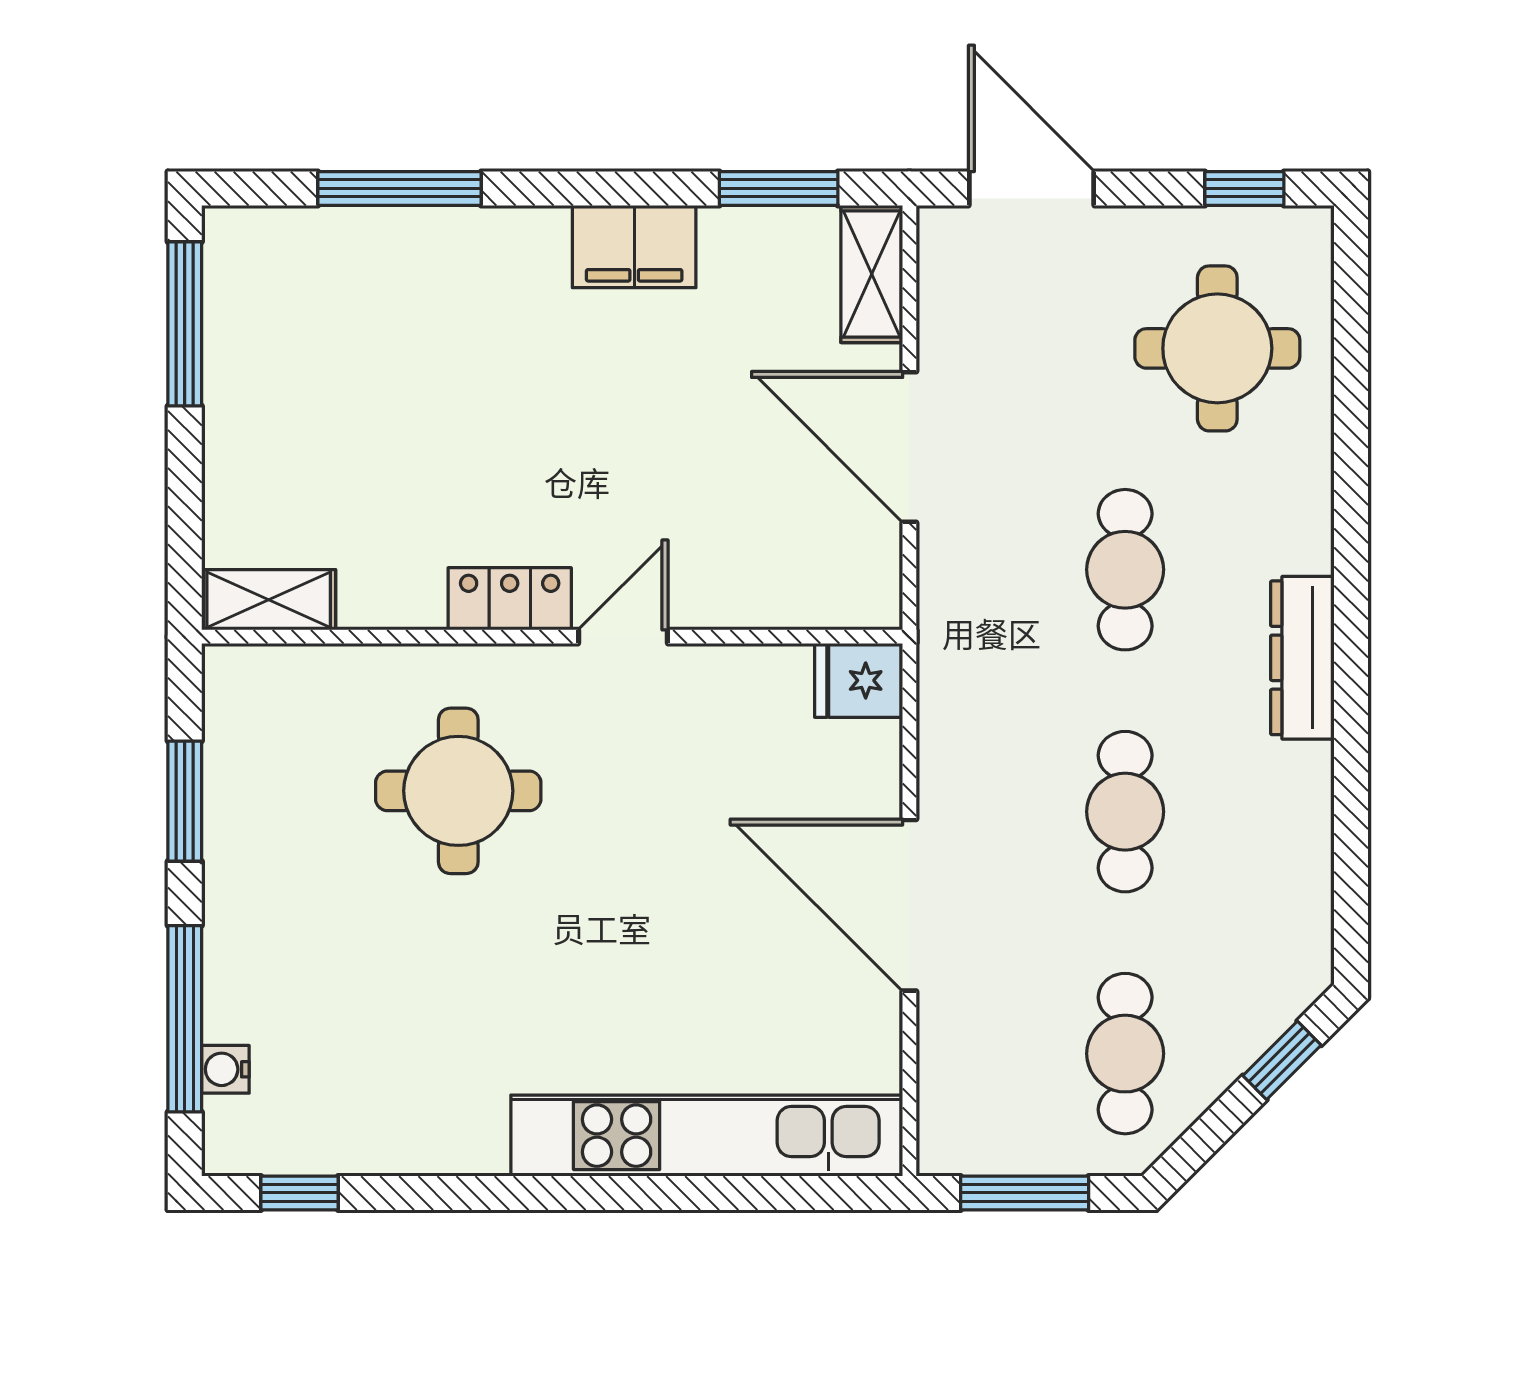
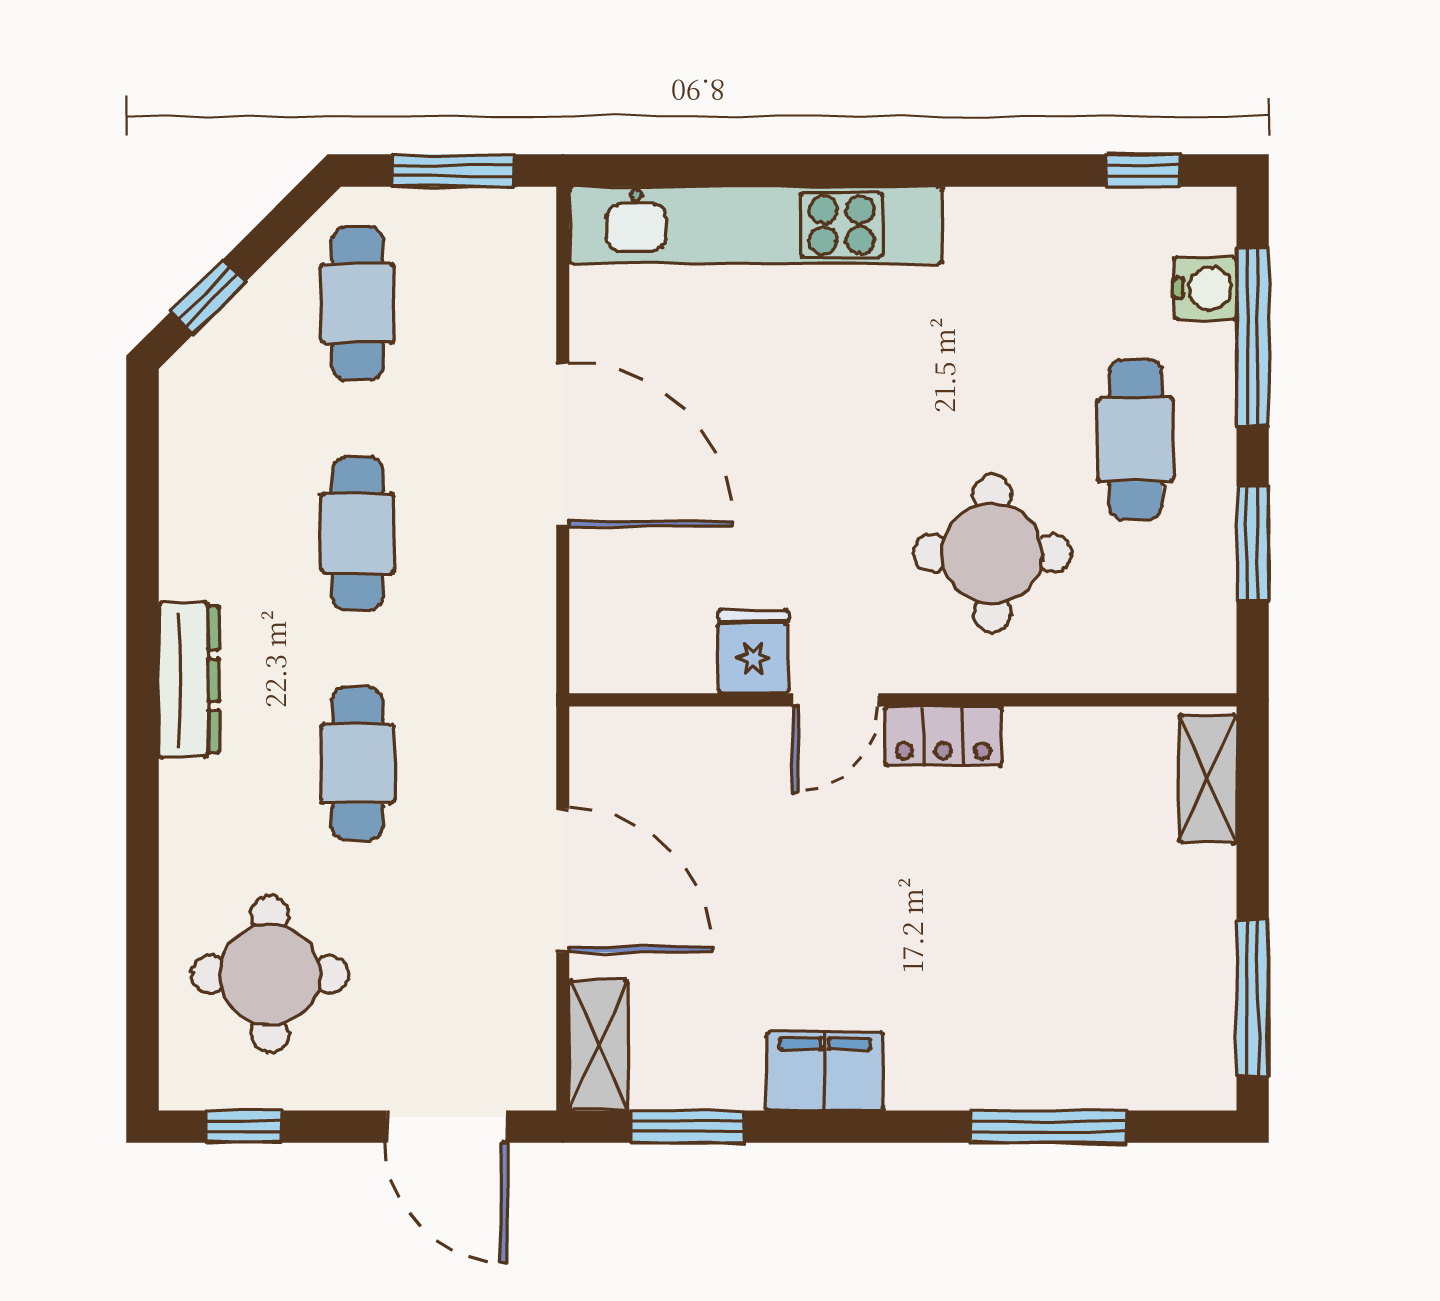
shelving: (269, 600) -> (1208, 779), moved, turned 90
fridge: (859, 680) -> (753, 652), moved, turned -90
cafe table: (308, 910) -> (1136, 440), added
water cooler: (225, 1069) -> (1205, 288), width x1.38, depth x1.38

